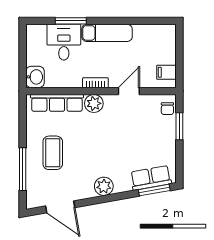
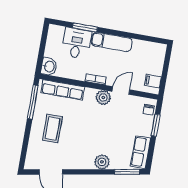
plant: (94, 103) -> (103, 97), moved
window: (23, 169) -> (33, 102), moved
row of seats: (151, 178) -> (141, 152), moved, turned -80
plant: (104, 186) -> (102, 162), moved

